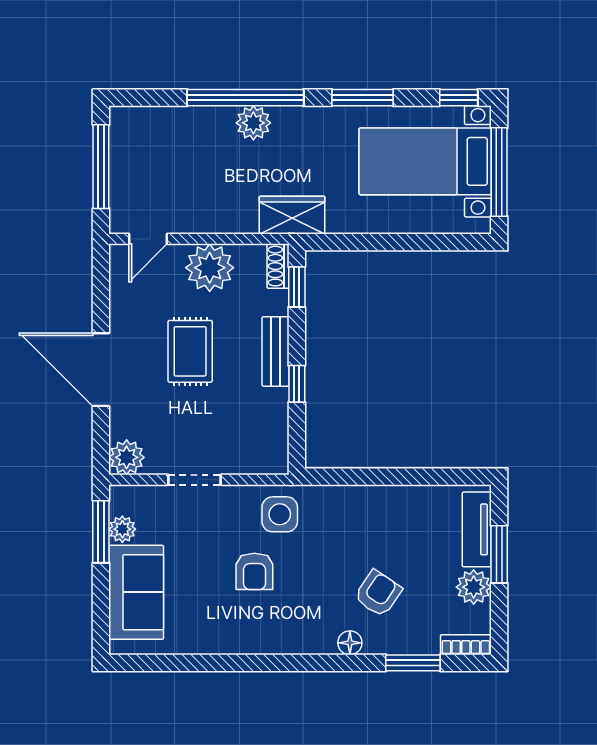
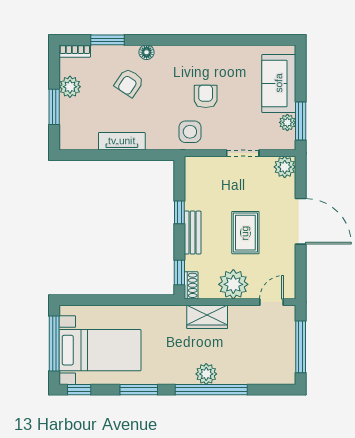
wardrobe: (292, 215) -> (207, 317), moved
tv unit: (477, 529) -> (122, 141), moved, turned -90

